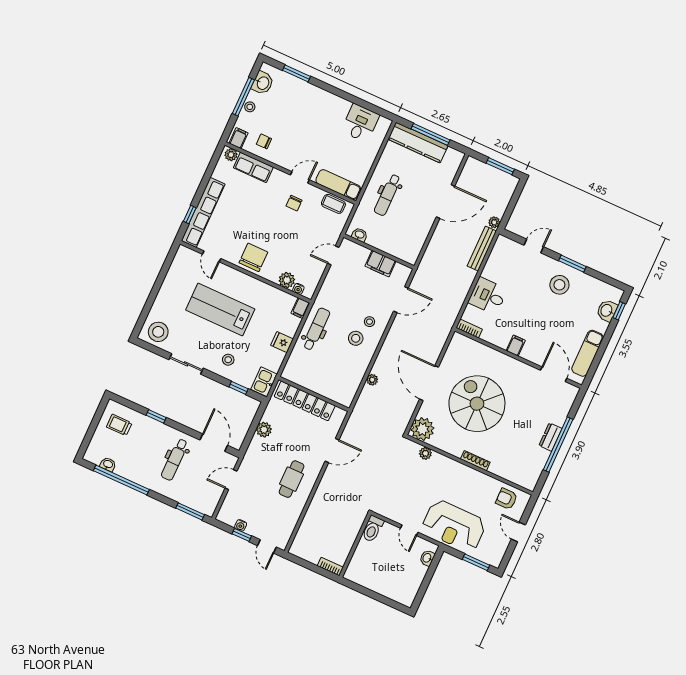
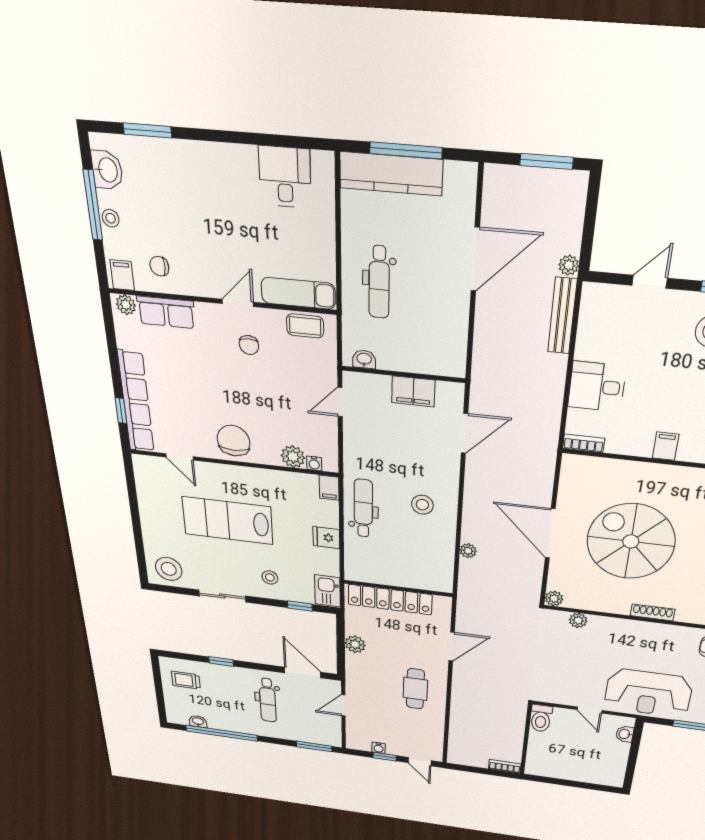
stool: (370, 322) -> (432, 477), removed
plant: (422, 429) -> (554, 598), width x0.53, depth x0.53

